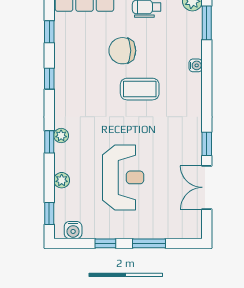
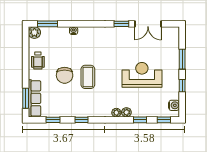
coffee table: (140, 89) -> (88, 77), moved
window: (49, 142) -> (140, 120), moved
plant: (62, 180) -> (126, 112), moved

